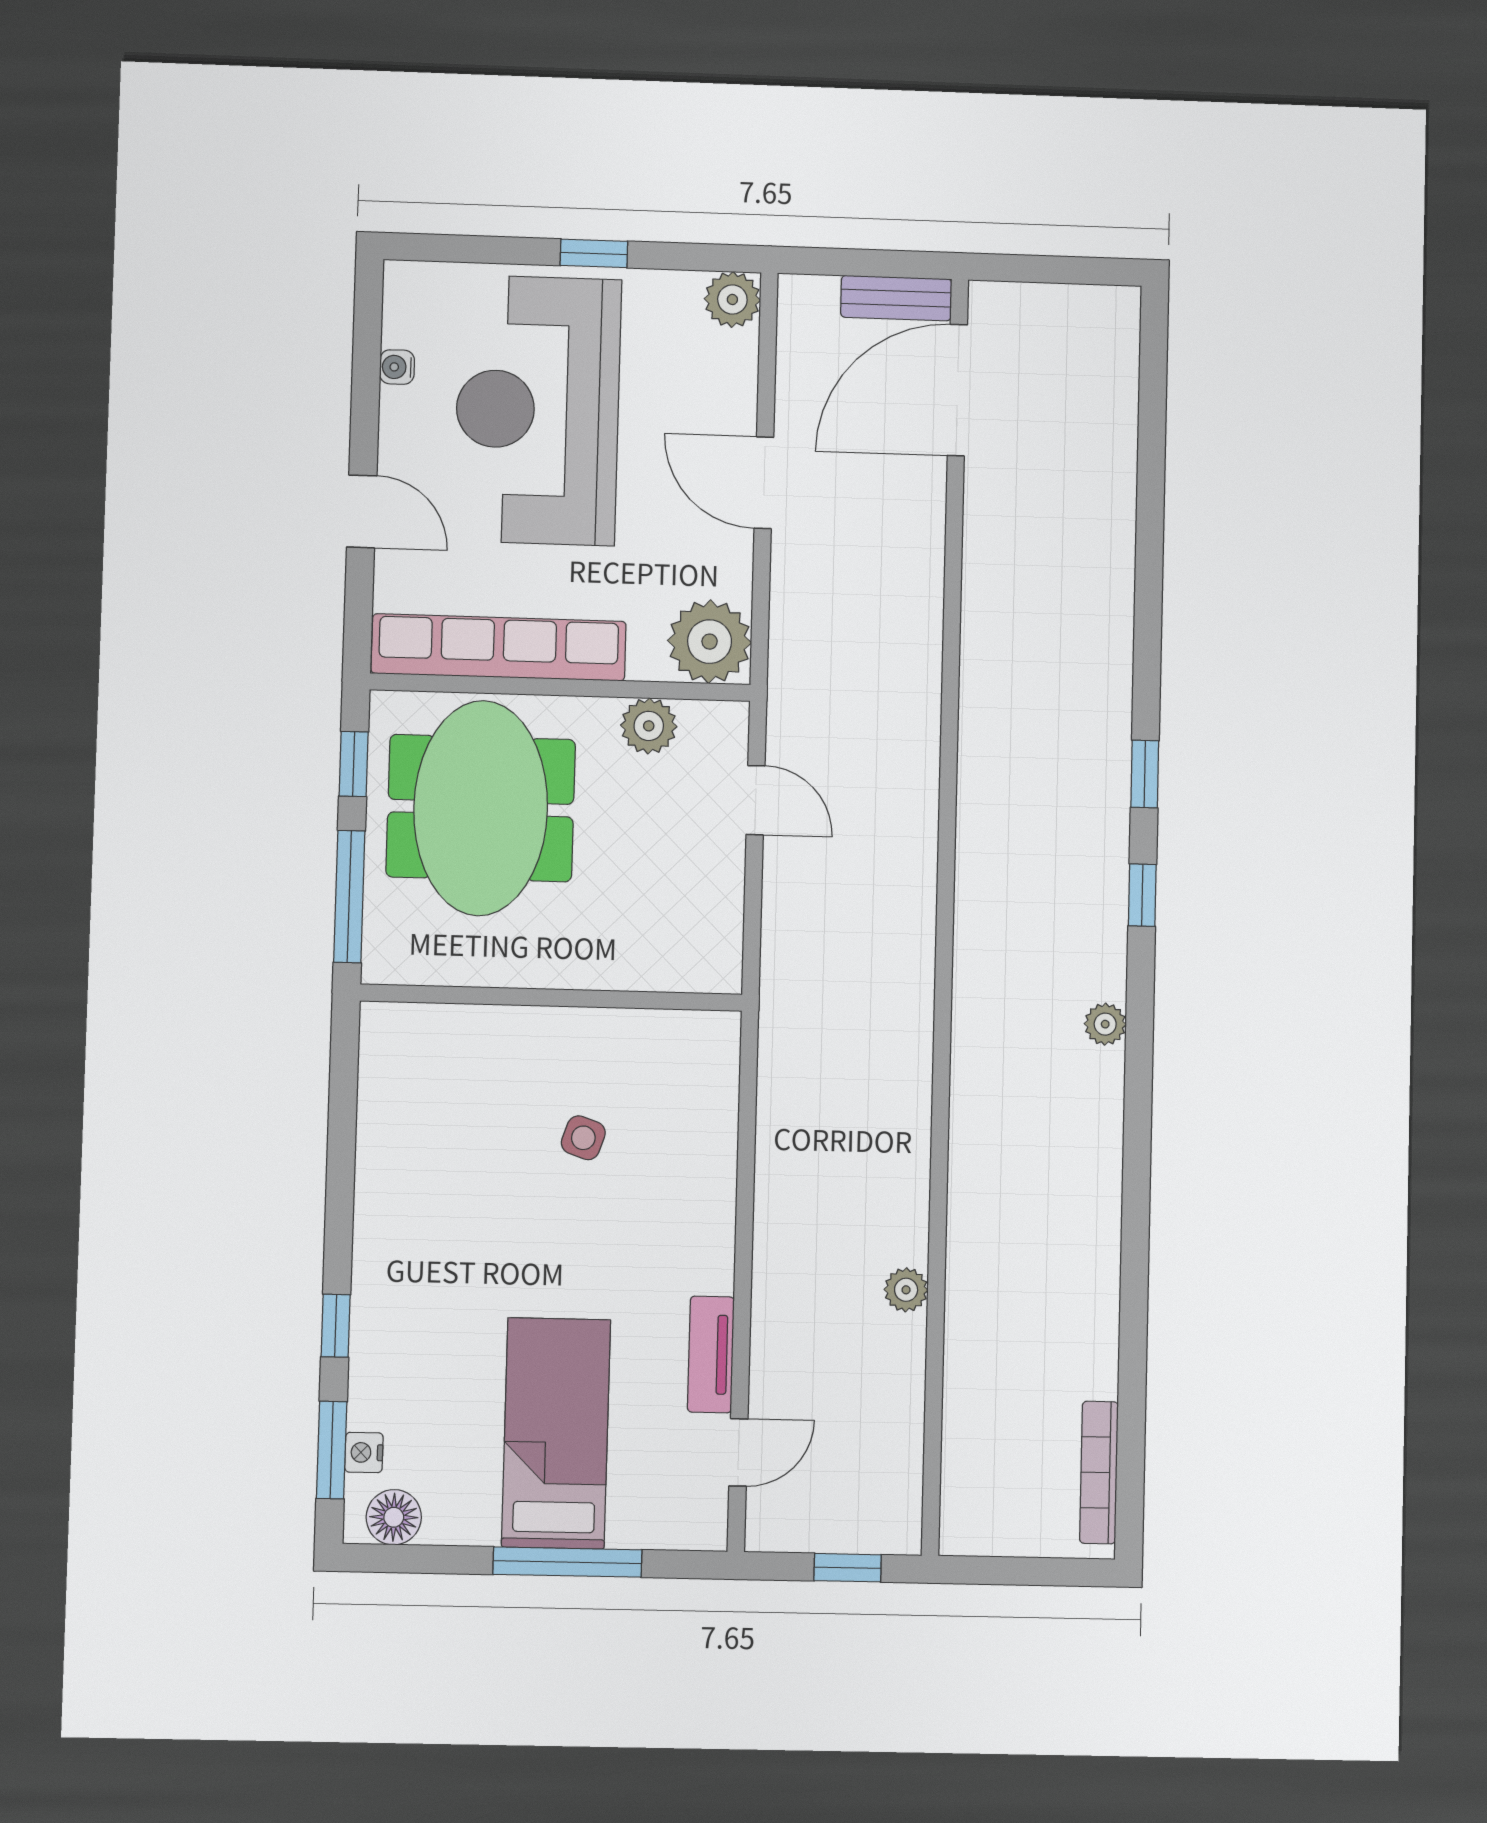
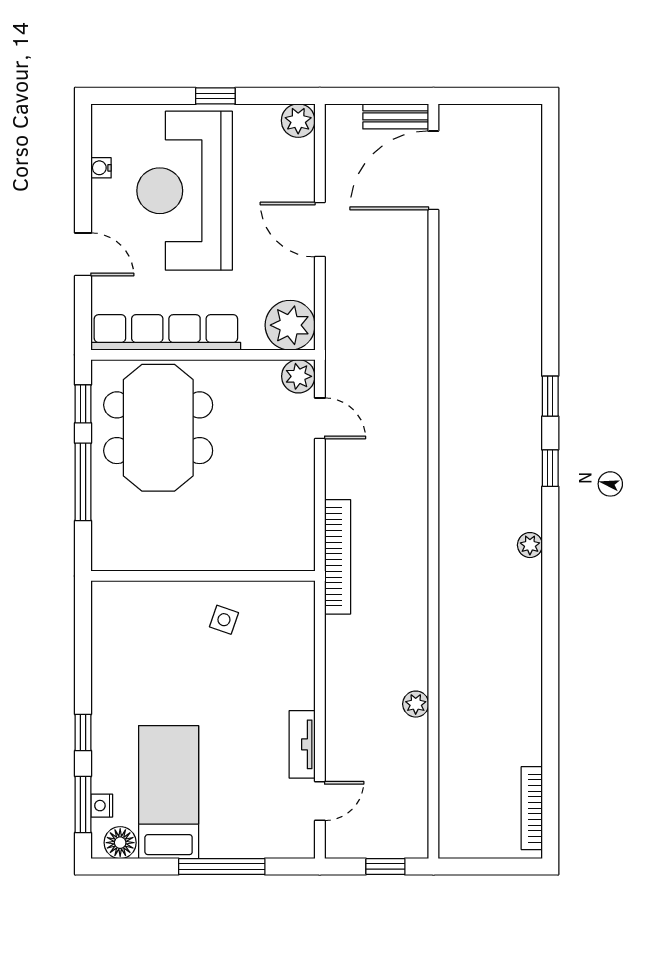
plant: (649, 726) -> (298, 376), moved
wall: (551, 998) -> (203, 576), moved
bookcase: (779, 1036) -> (338, 557), added
bed: (556, 1433) -> (169, 792), moved

